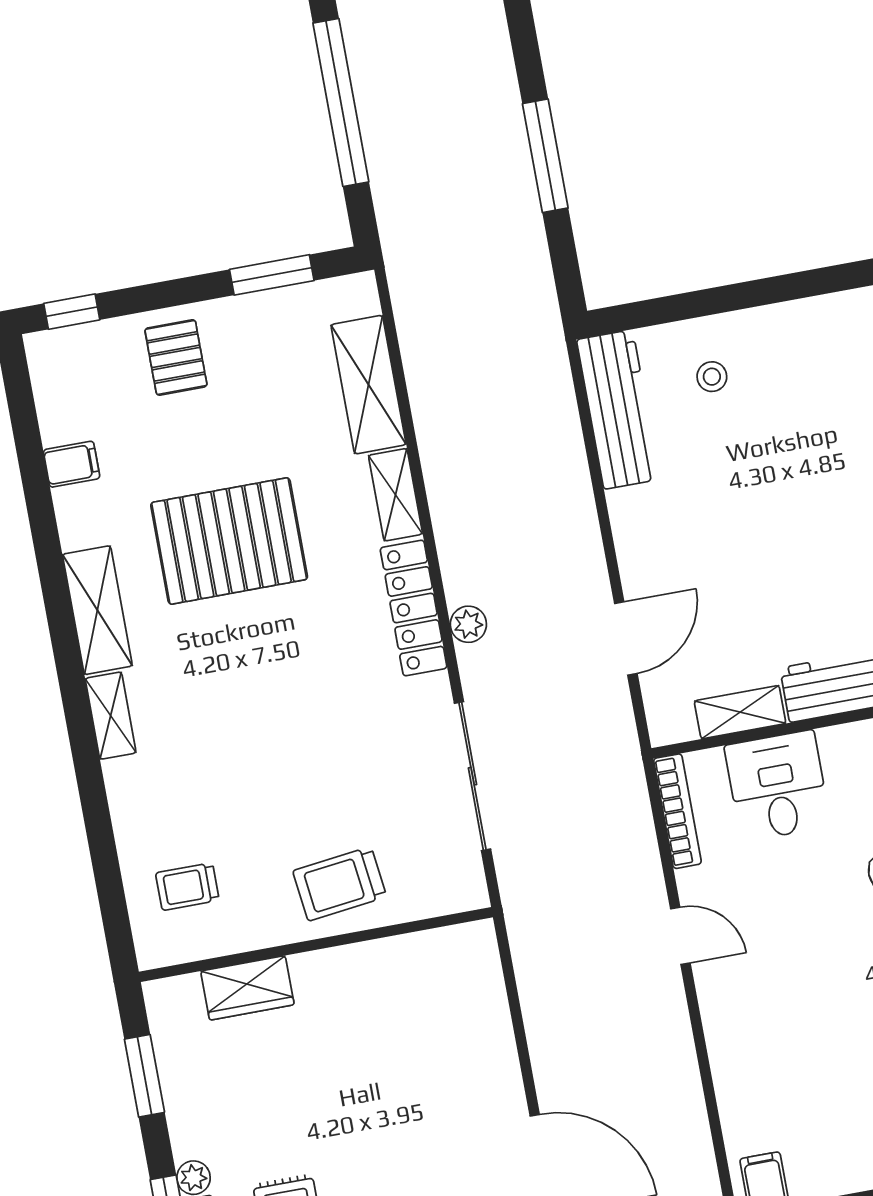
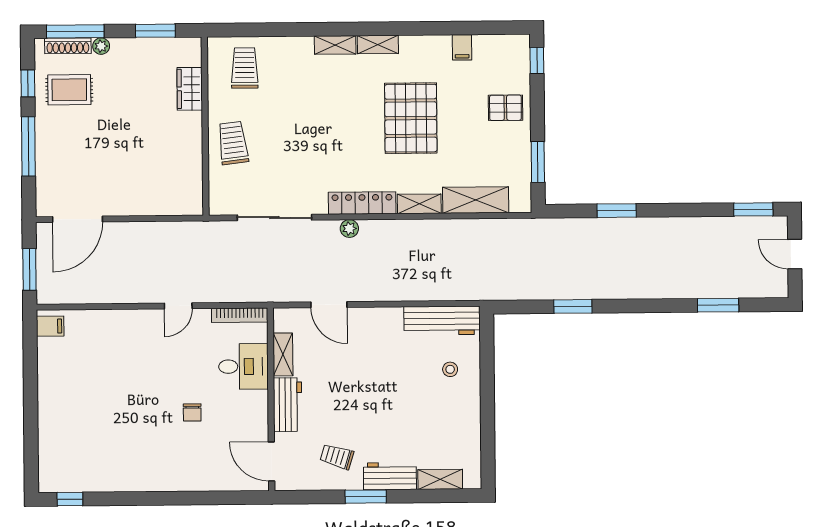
window: (341, 102) -> (617, 211), width x0.47
window: (545, 156) -> (573, 306), width x0.69
shelving: (97, 610) -> (378, 45), width x0.67, depth x0.75
trolley: (187, 887) -> (245, 68), width x1.36, depth x1.39

